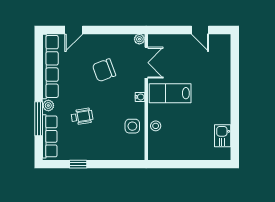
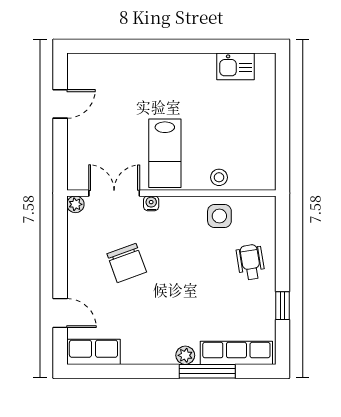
row of seats: (50, 66) -> (93, 352), width x0.50
water cooler: (140, 97) -> (151, 203), moved
wheelchair: (82, 116) -> (251, 262), moved

